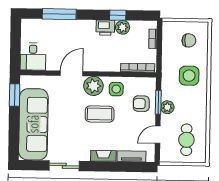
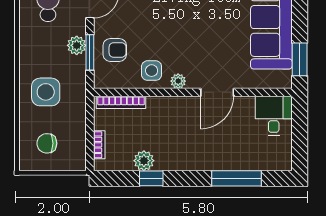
printer: (105, 28) -> (169, 160), removed
plant: (93, 86) -> (178, 81), width x0.53, depth x0.53
coffee table: (100, 114) -> (175, 34), removed

